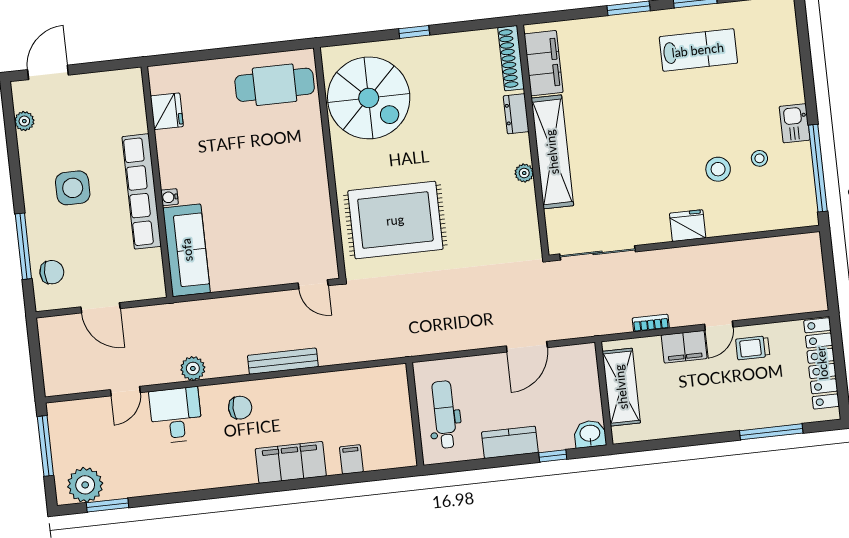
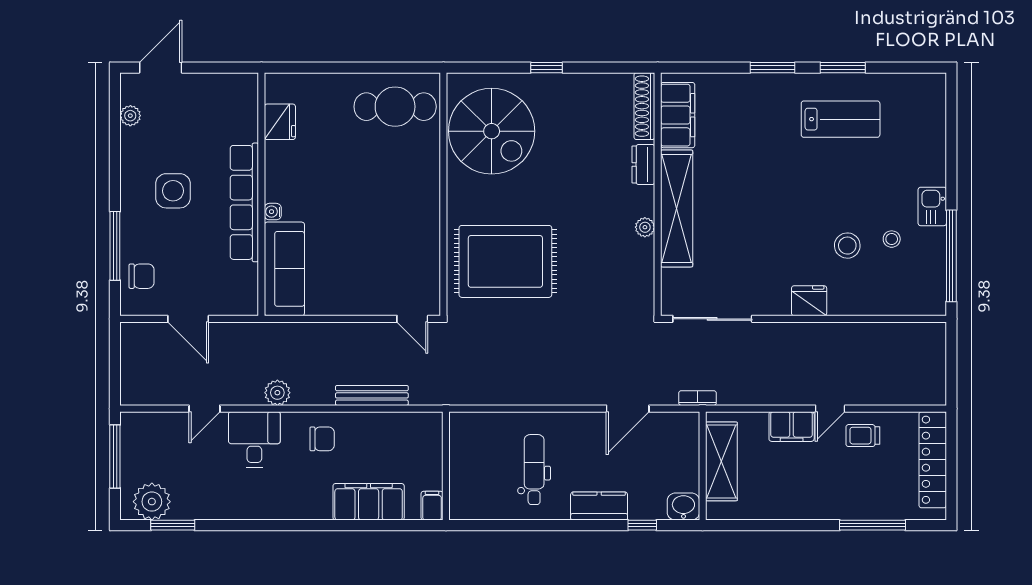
bookcase: (651, 323) -> (697, 398), moved
wall: (415, 414) -> (446, 466), moved

